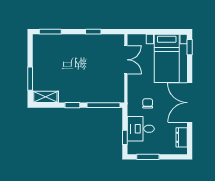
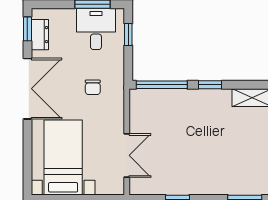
window: (190, 47) -> (27, 29), moved
double door: (126, 60) -> (127, 155), swing flipped
desk: (141, 129) -> (96, 29), moved, turned -90

